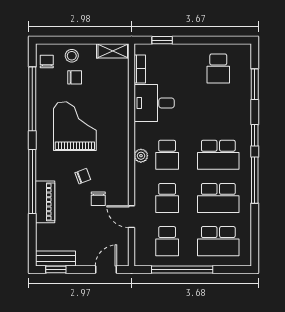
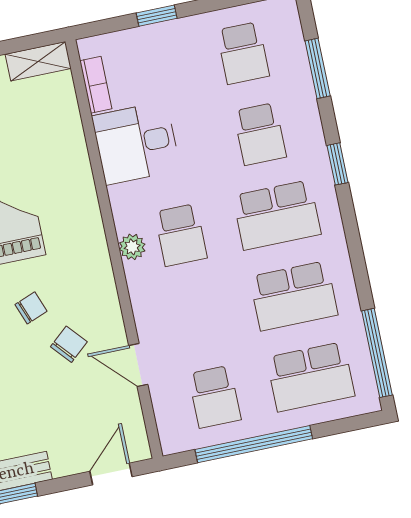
window: (162, 40) -> (157, 16), moved
window: (255, 180) -> (377, 353), moved
school desk: (167, 198) -> (260, 134), moved
chair: (98, 199) -> (69, 344), turned -131

